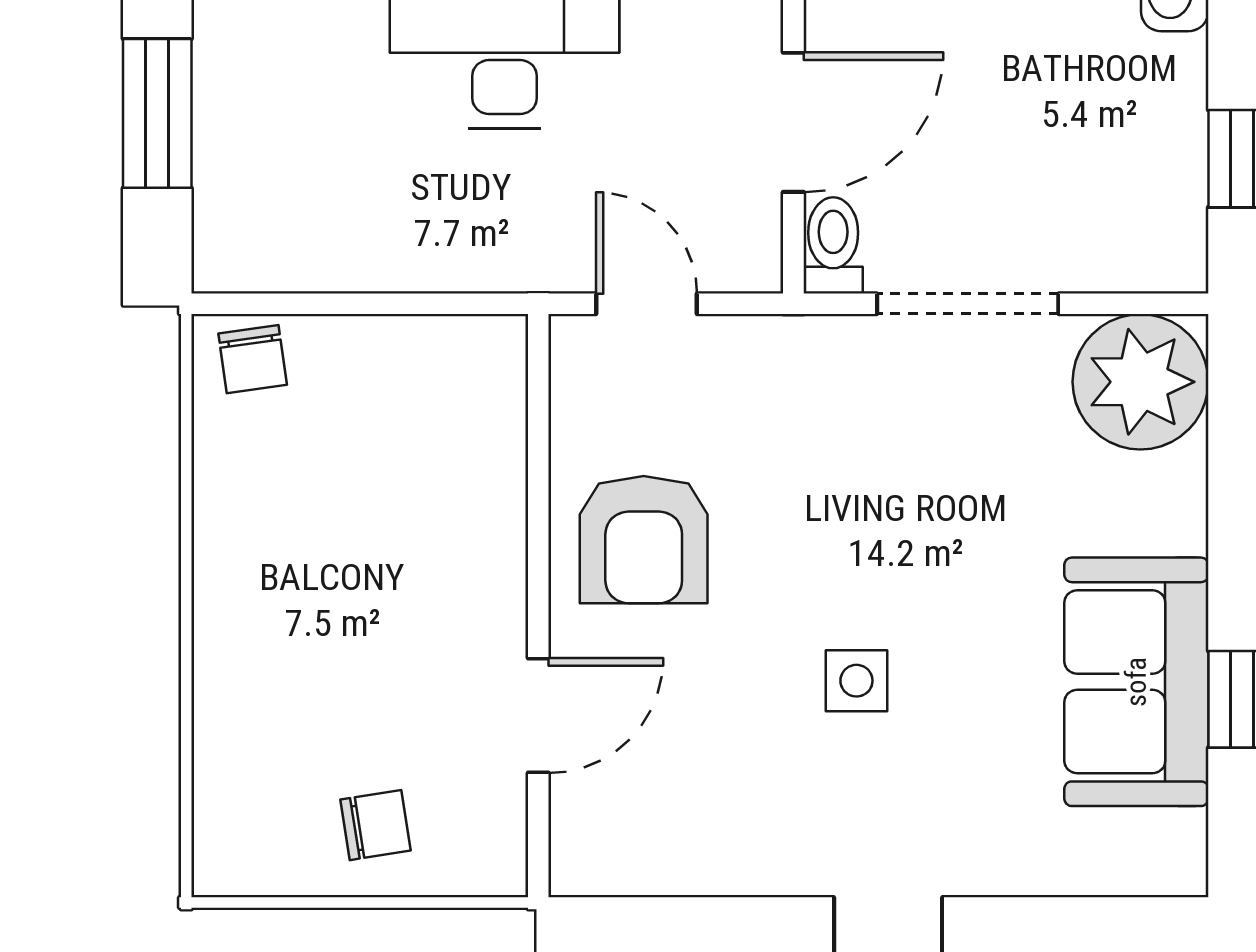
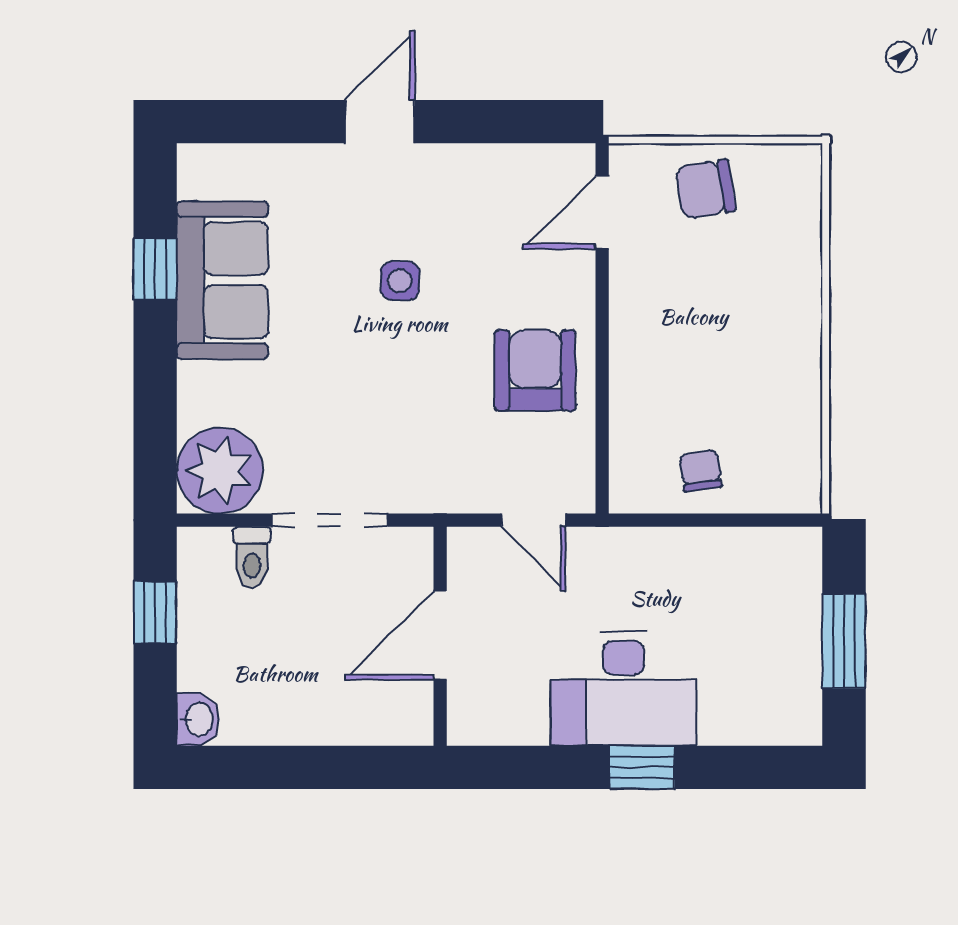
toilet: (833, 245) -> (252, 557), moved
chair: (253, 359) -> (701, 471), moved
door: (538, 715) -> (602, 213), moved
chair: (375, 825) -> (705, 189), width x1.37, depth x1.37

